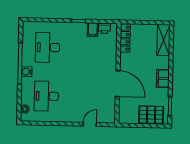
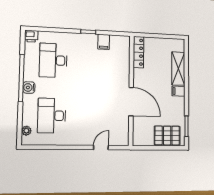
printer: (104, 28) -> (31, 36), moved
shelving: (164, 40) -> (178, 69), moved
filing cabinet: (163, 78) -> (178, 91), width x0.50

